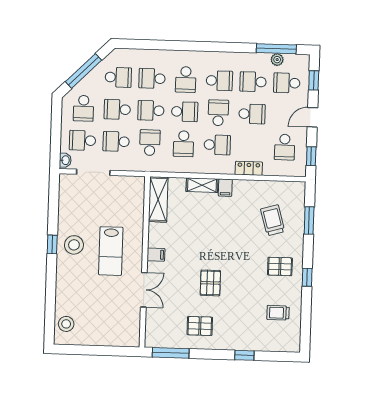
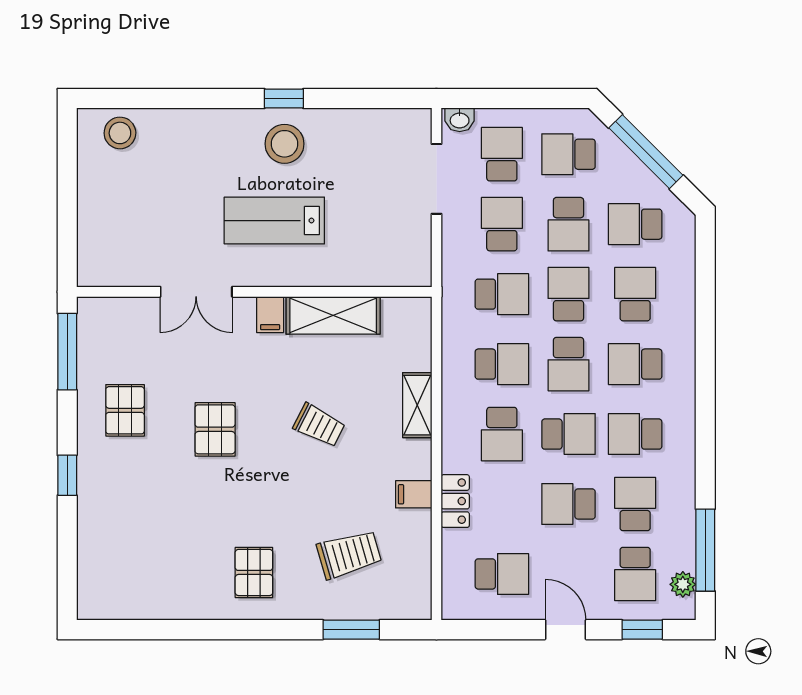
plant: (277, 60) -> (683, 584), moved
school desk: (118, 77) -> (635, 224), turned 90
school desk: (219, 81) -> (635, 434), turned 90
school desk: (287, 83) -> (635, 574), turned 180
school desk: (117, 109) -> (568, 224), turned 180
school desk: (252, 114) -> (568, 504), turned 90
school desk: (184, 144) -> (502, 364), turned 180
school desk: (285, 147) -> (502, 574), turned 180
window: (311, 156) -> (485, 630), removed
filing cabinet: (225, 188) -> (414, 494), moved
shelving: (158, 199) -> (333, 315), moved
window: (307, 277) -> (234, 630), removed
pallet: (210, 283) -> (215, 429), turned 90
trolley: (278, 313) -> (319, 425), moved, turned 117
window: (244, 355) -> (67, 475), moved

